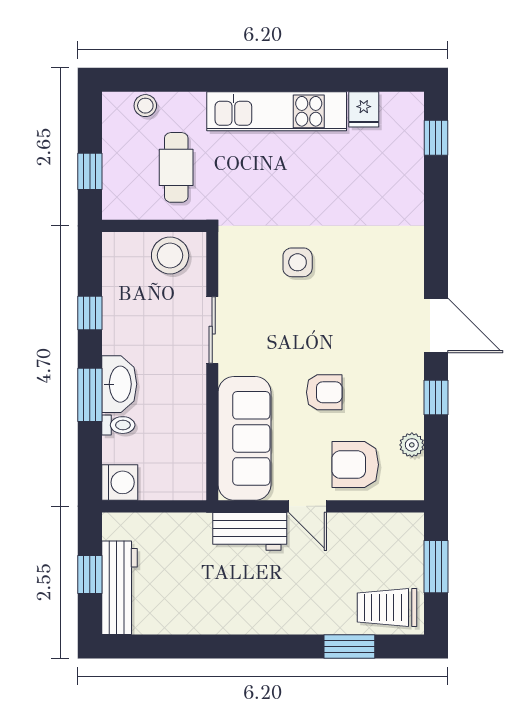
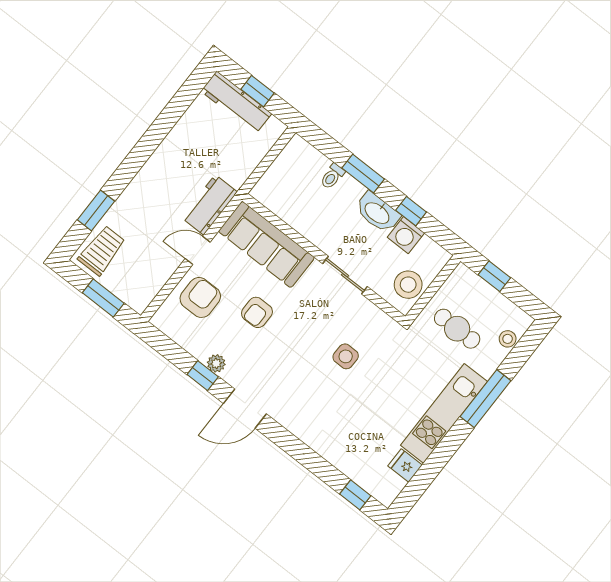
window: (227, 80) -> (485, 399), added
washbasin: (119, 384) -> (377, 213), moved
plant: (412, 445) -> (216, 363), moved
washing machine: (120, 482) -> (406, 235), moved

